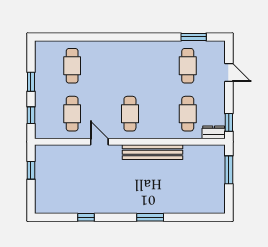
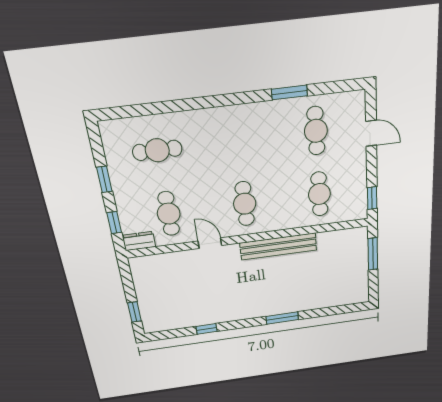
window: (194, 37) -> (289, 92), moved
cafe table: (72, 66) -> (157, 150), turned 90
dresser: (214, 132) -> (139, 241), moved
window: (31, 170) -> (134, 312), moved

